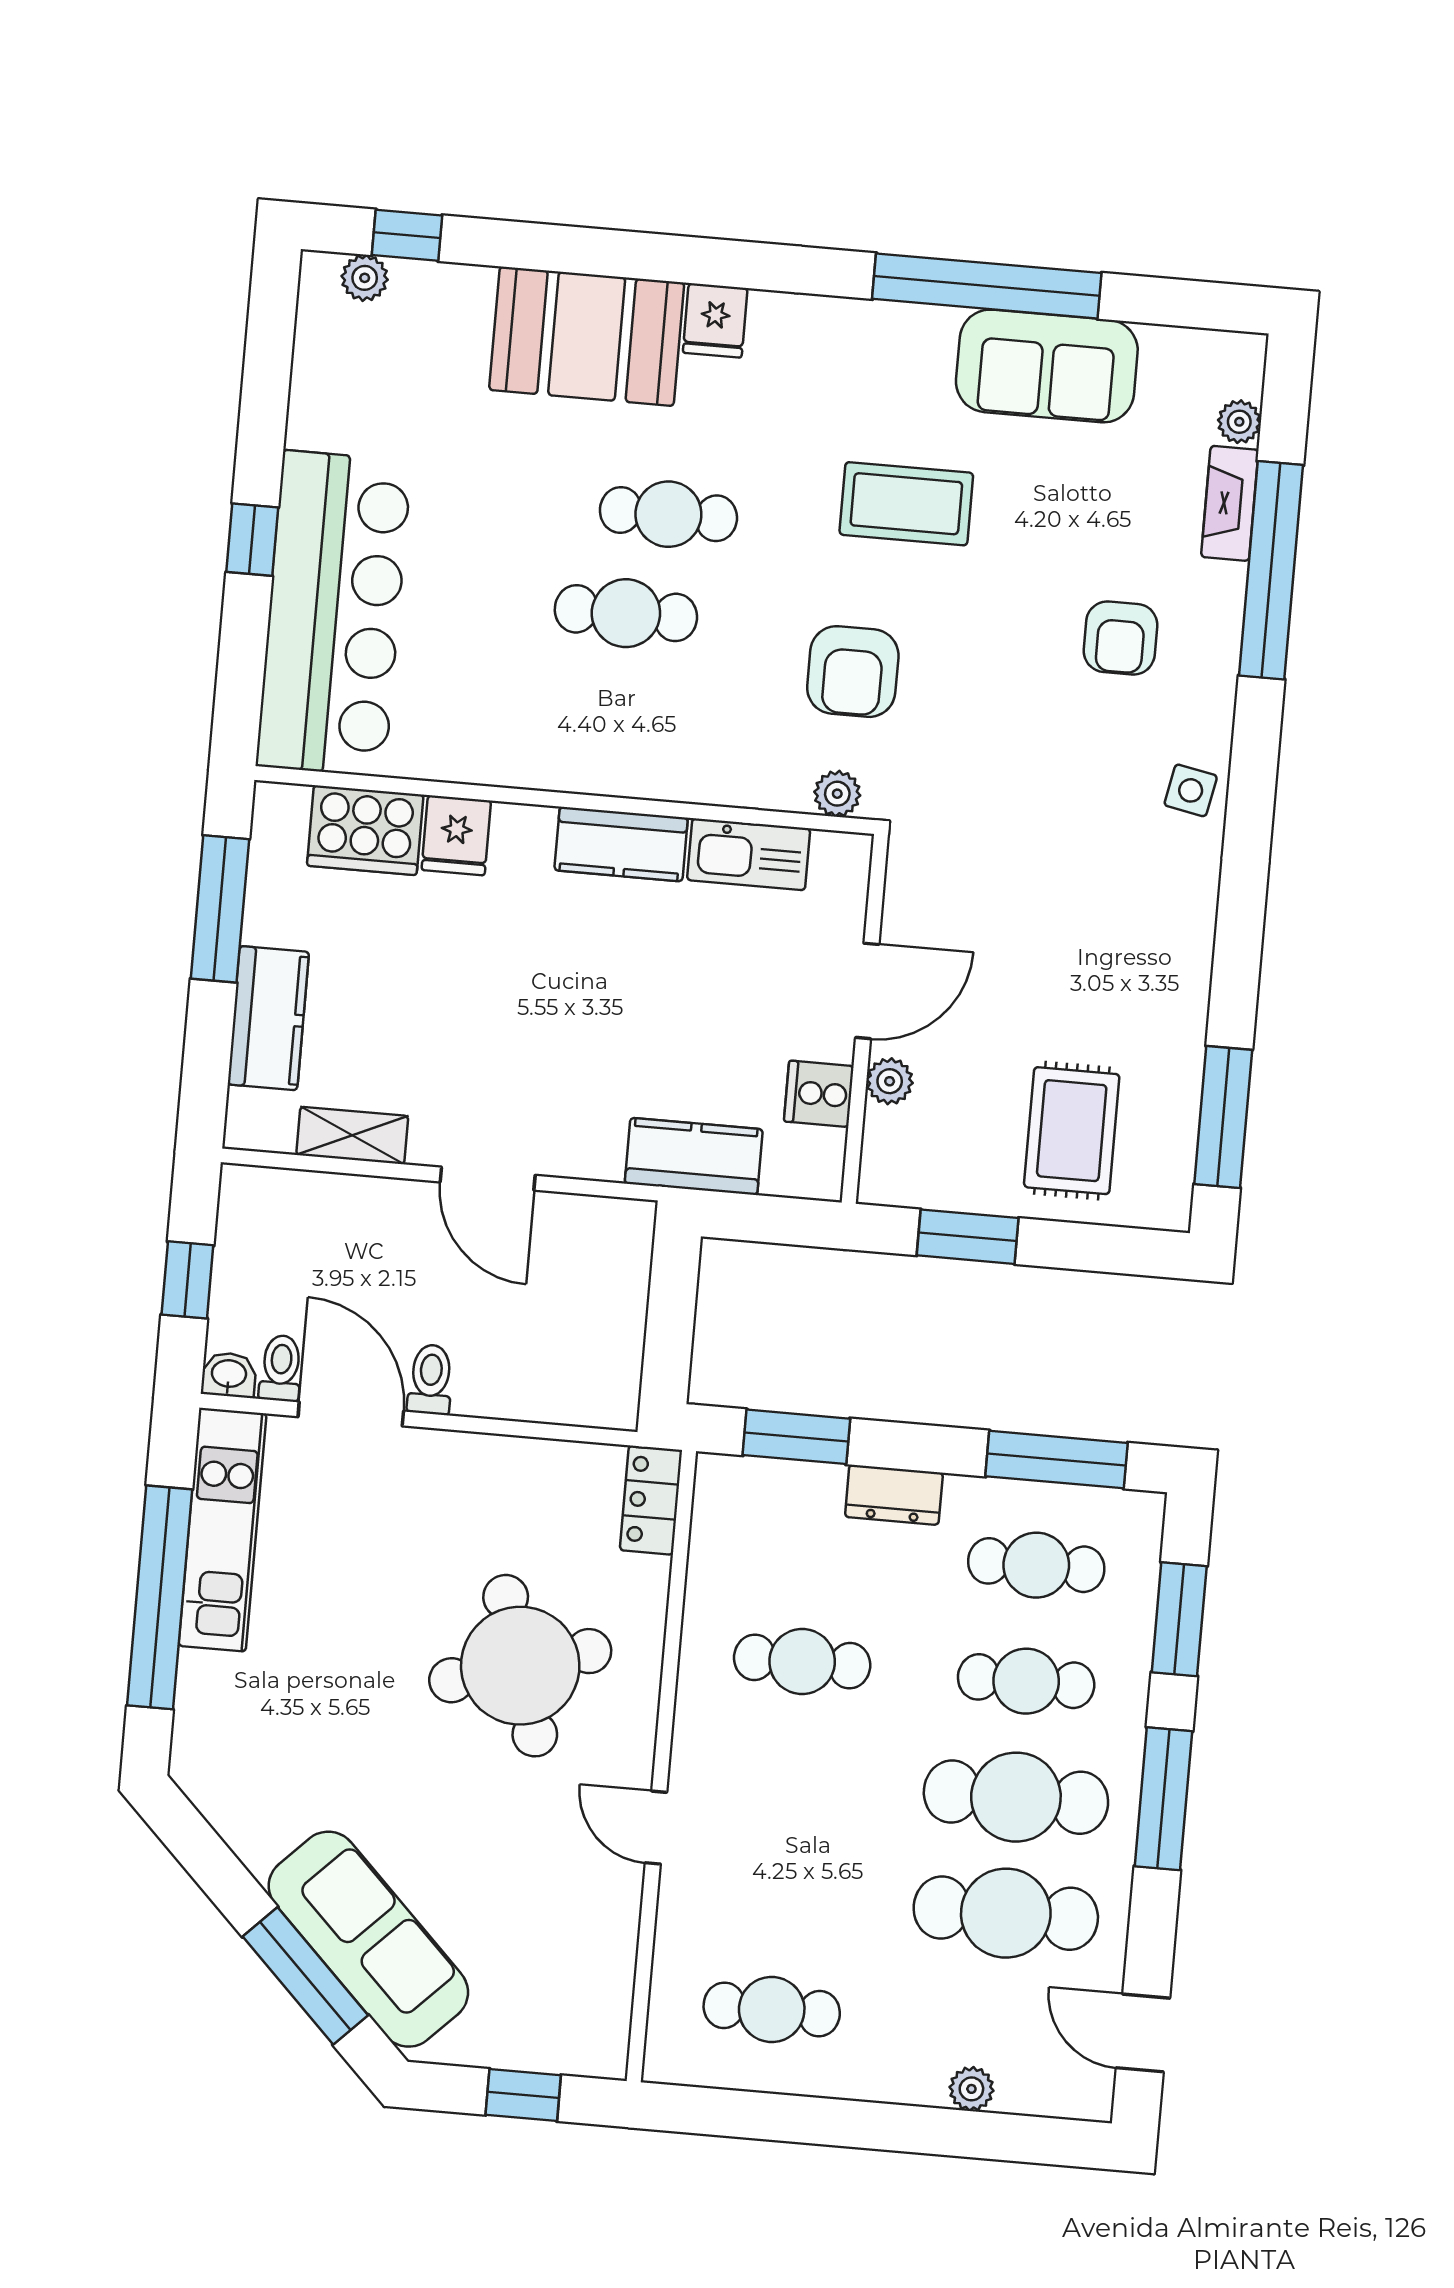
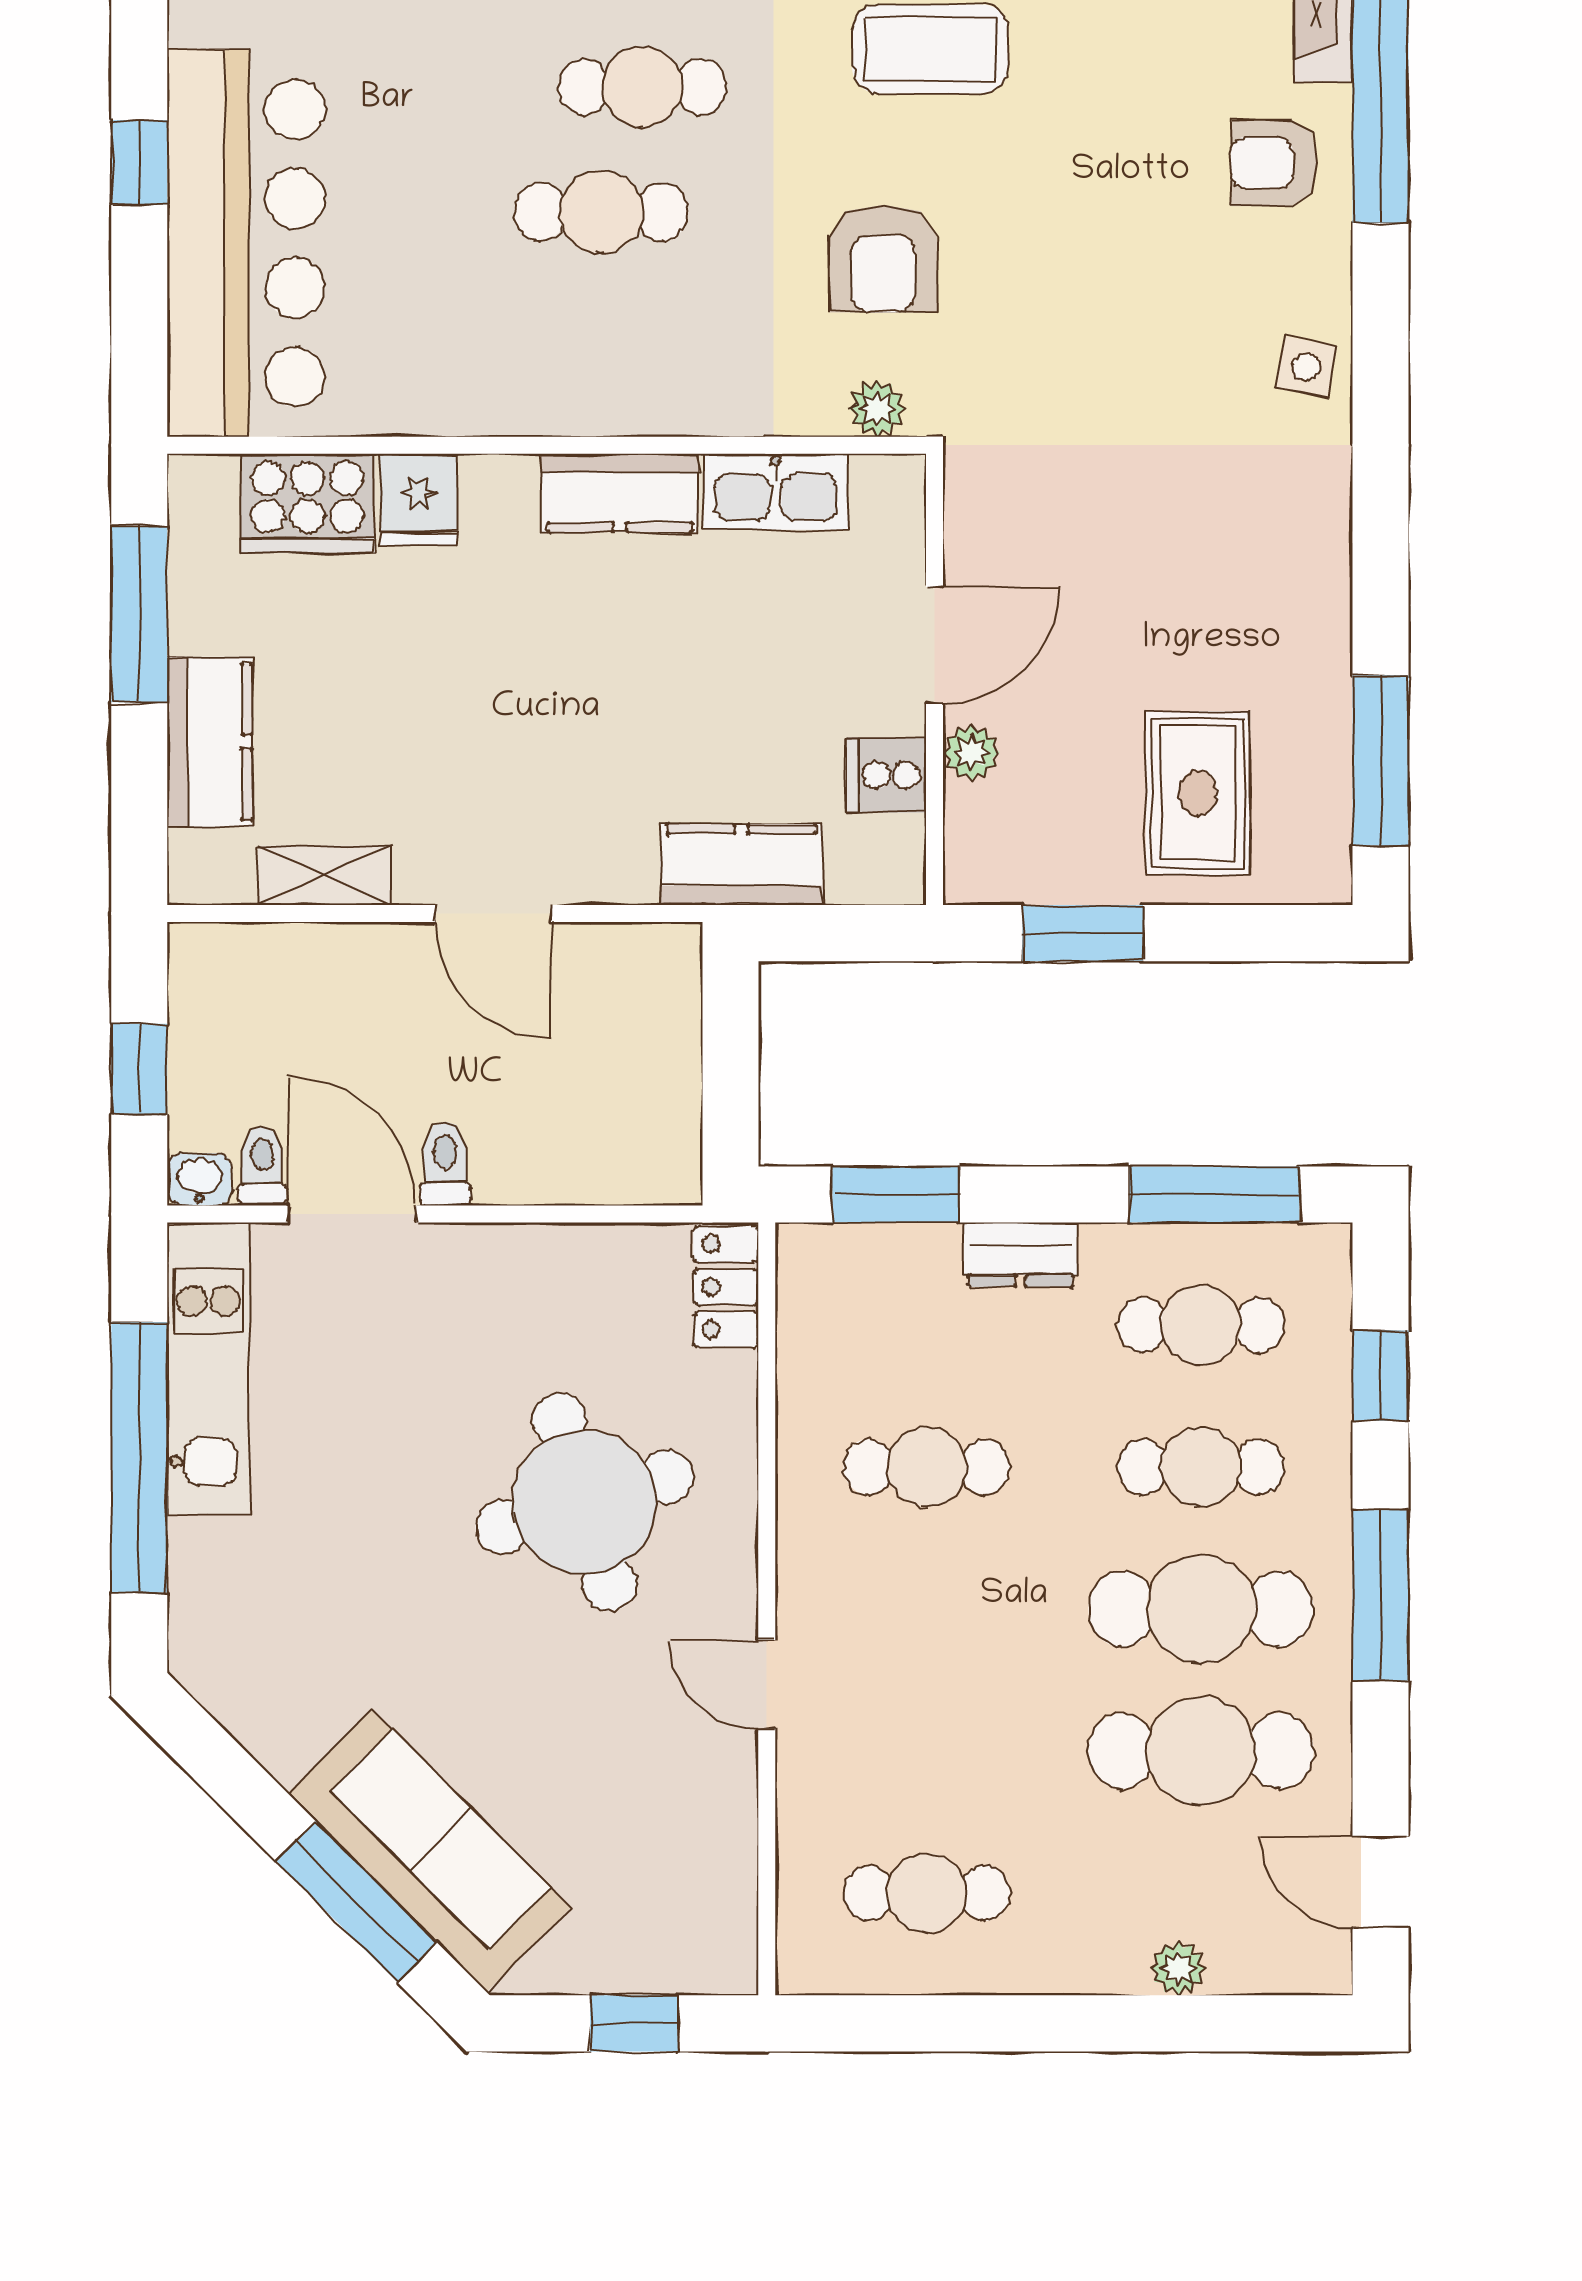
armchair: (1120, 638) -> (1274, 163), moved, turned 90
window: (1179, 1619) -> (1380, 1376), width x0.67

